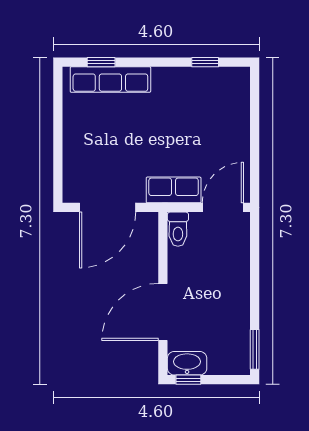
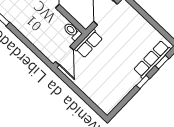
window: (205, 62) -> (143, 82), moved

